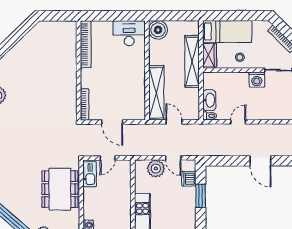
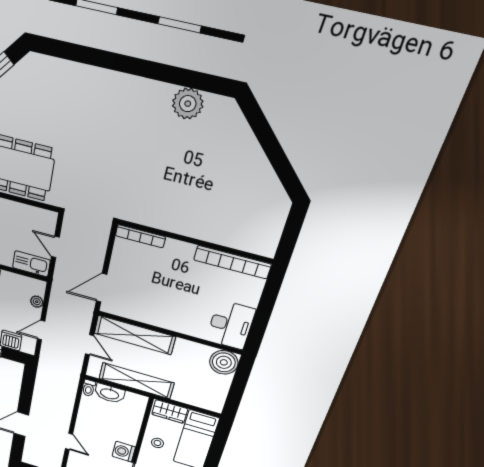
shelving: (192, 61) -> (136, 381), moved
door: (112, 122) -> (102, 288), moved
door: (174, 122) -> (89, 345), hinge flipped
door: (238, 122) -> (69, 441), moved
plant: (156, 168) -> (37, 302), width x0.53, depth x0.53
kitchen sink: (90, 174) -> (31, 264), moved, turned 180

